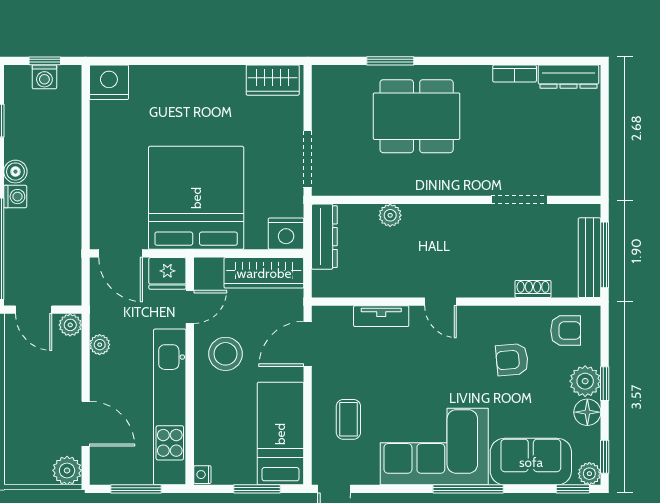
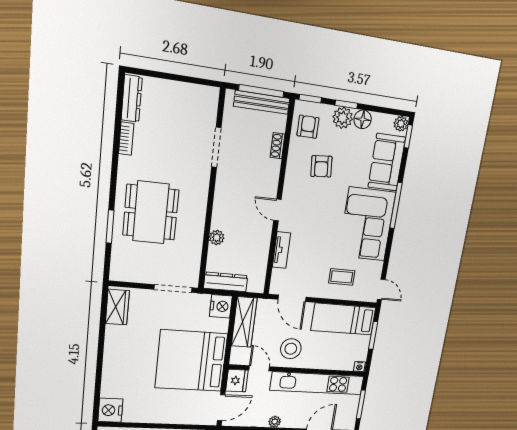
door: (441, 302) -> (277, 210), swing flipped
window: (605, 457) -> (310, 99), moved

